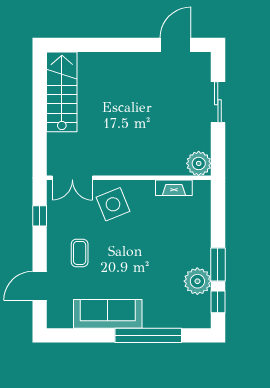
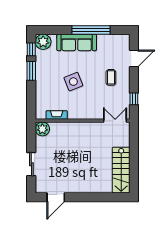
side table: (113, 204) -> (73, 82), moved
plant: (197, 281) -> (43, 42), moved
sofa: (108, 314) -> (77, 42), moved
window: (148, 335) -> (91, 30), moved

